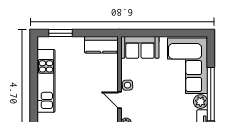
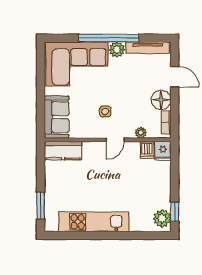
kitchen counter: (101, 45) -> (63, 151), moved, turned 90
side table: (128, 85) -> (105, 111), moved

